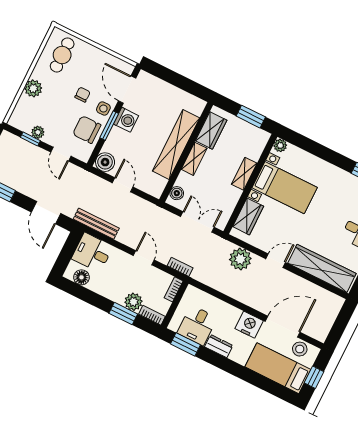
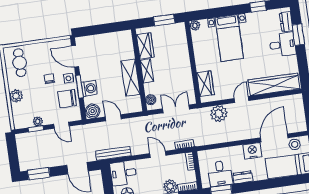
washing machine: (126, 120) -> (89, 88), moved
shelving: (176, 144) -> (131, 78), width x0.68
shelving: (244, 174) -> (185, 59), removed
bed with nightstands: (285, 188) -> (229, 38), moved, turned 90

